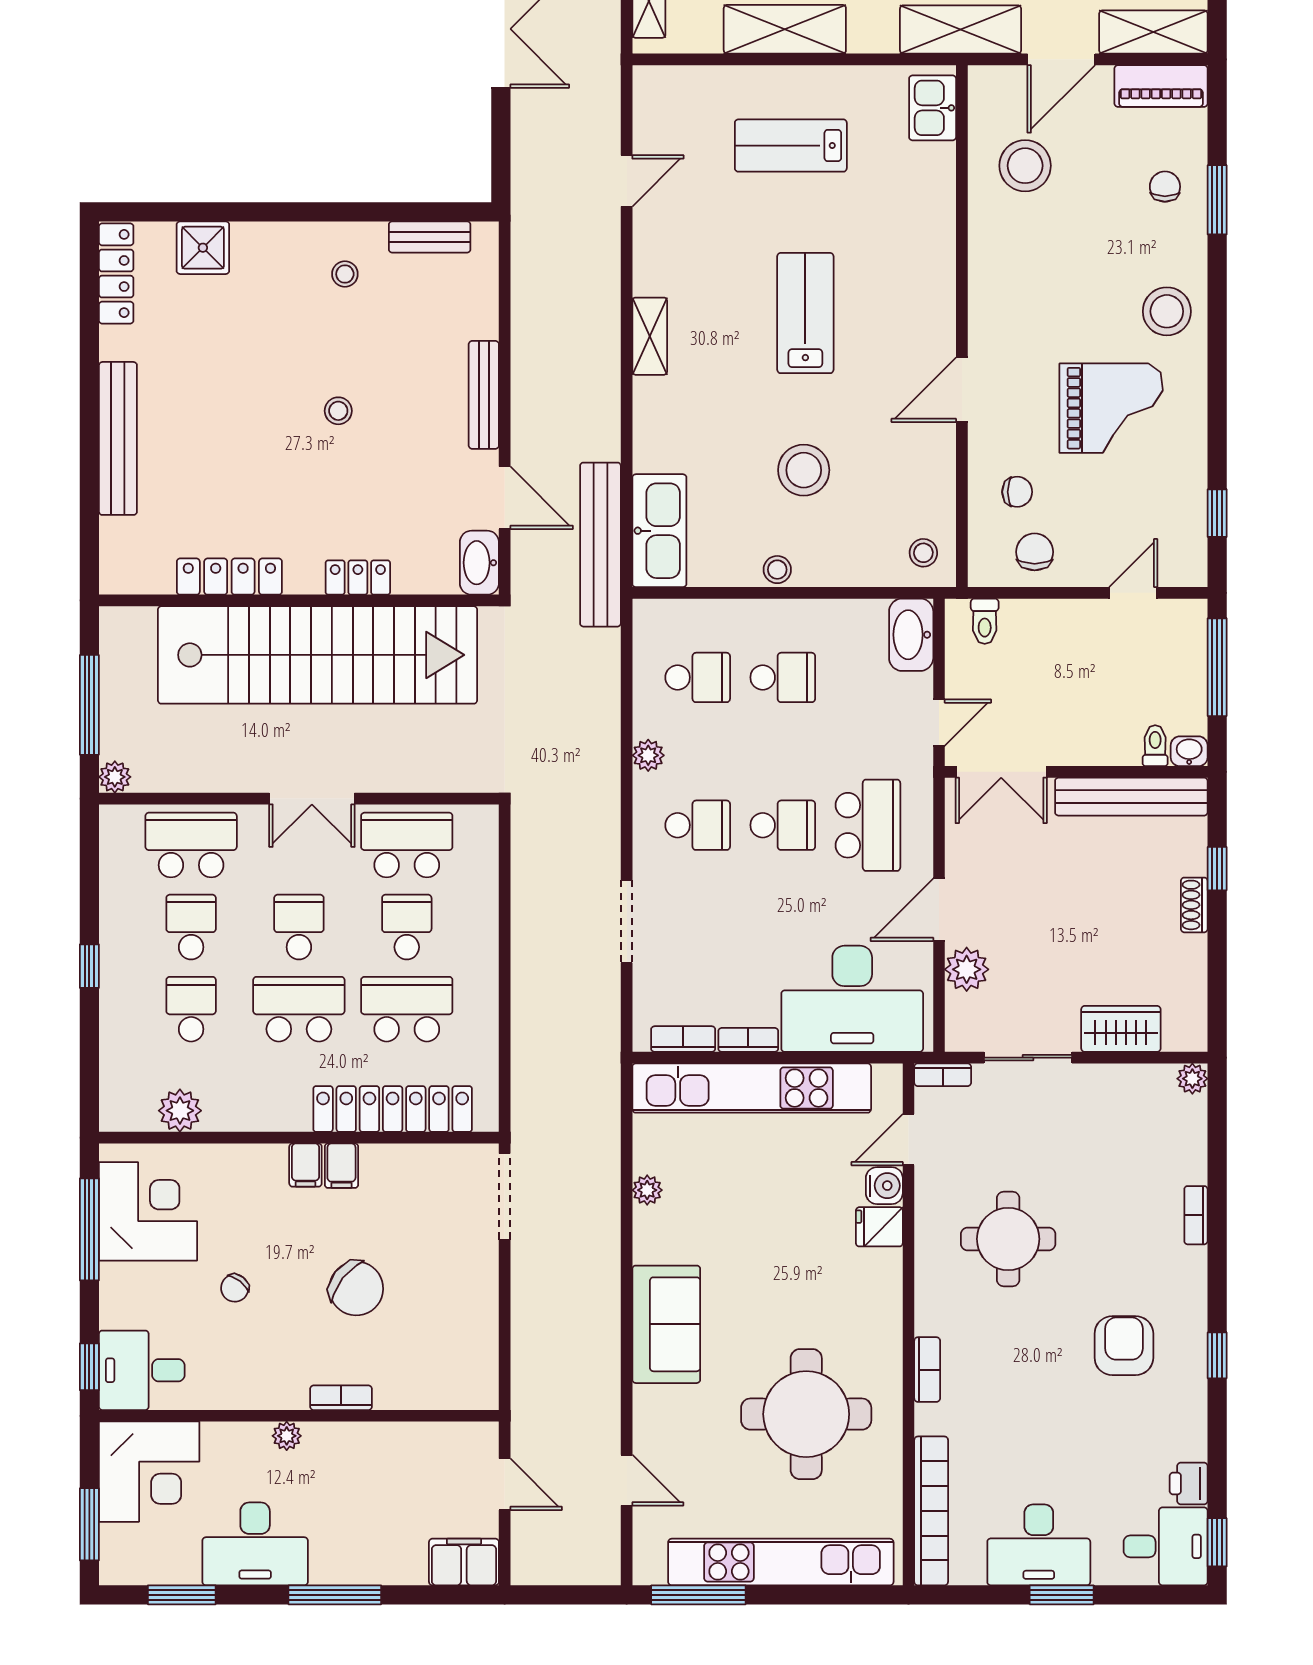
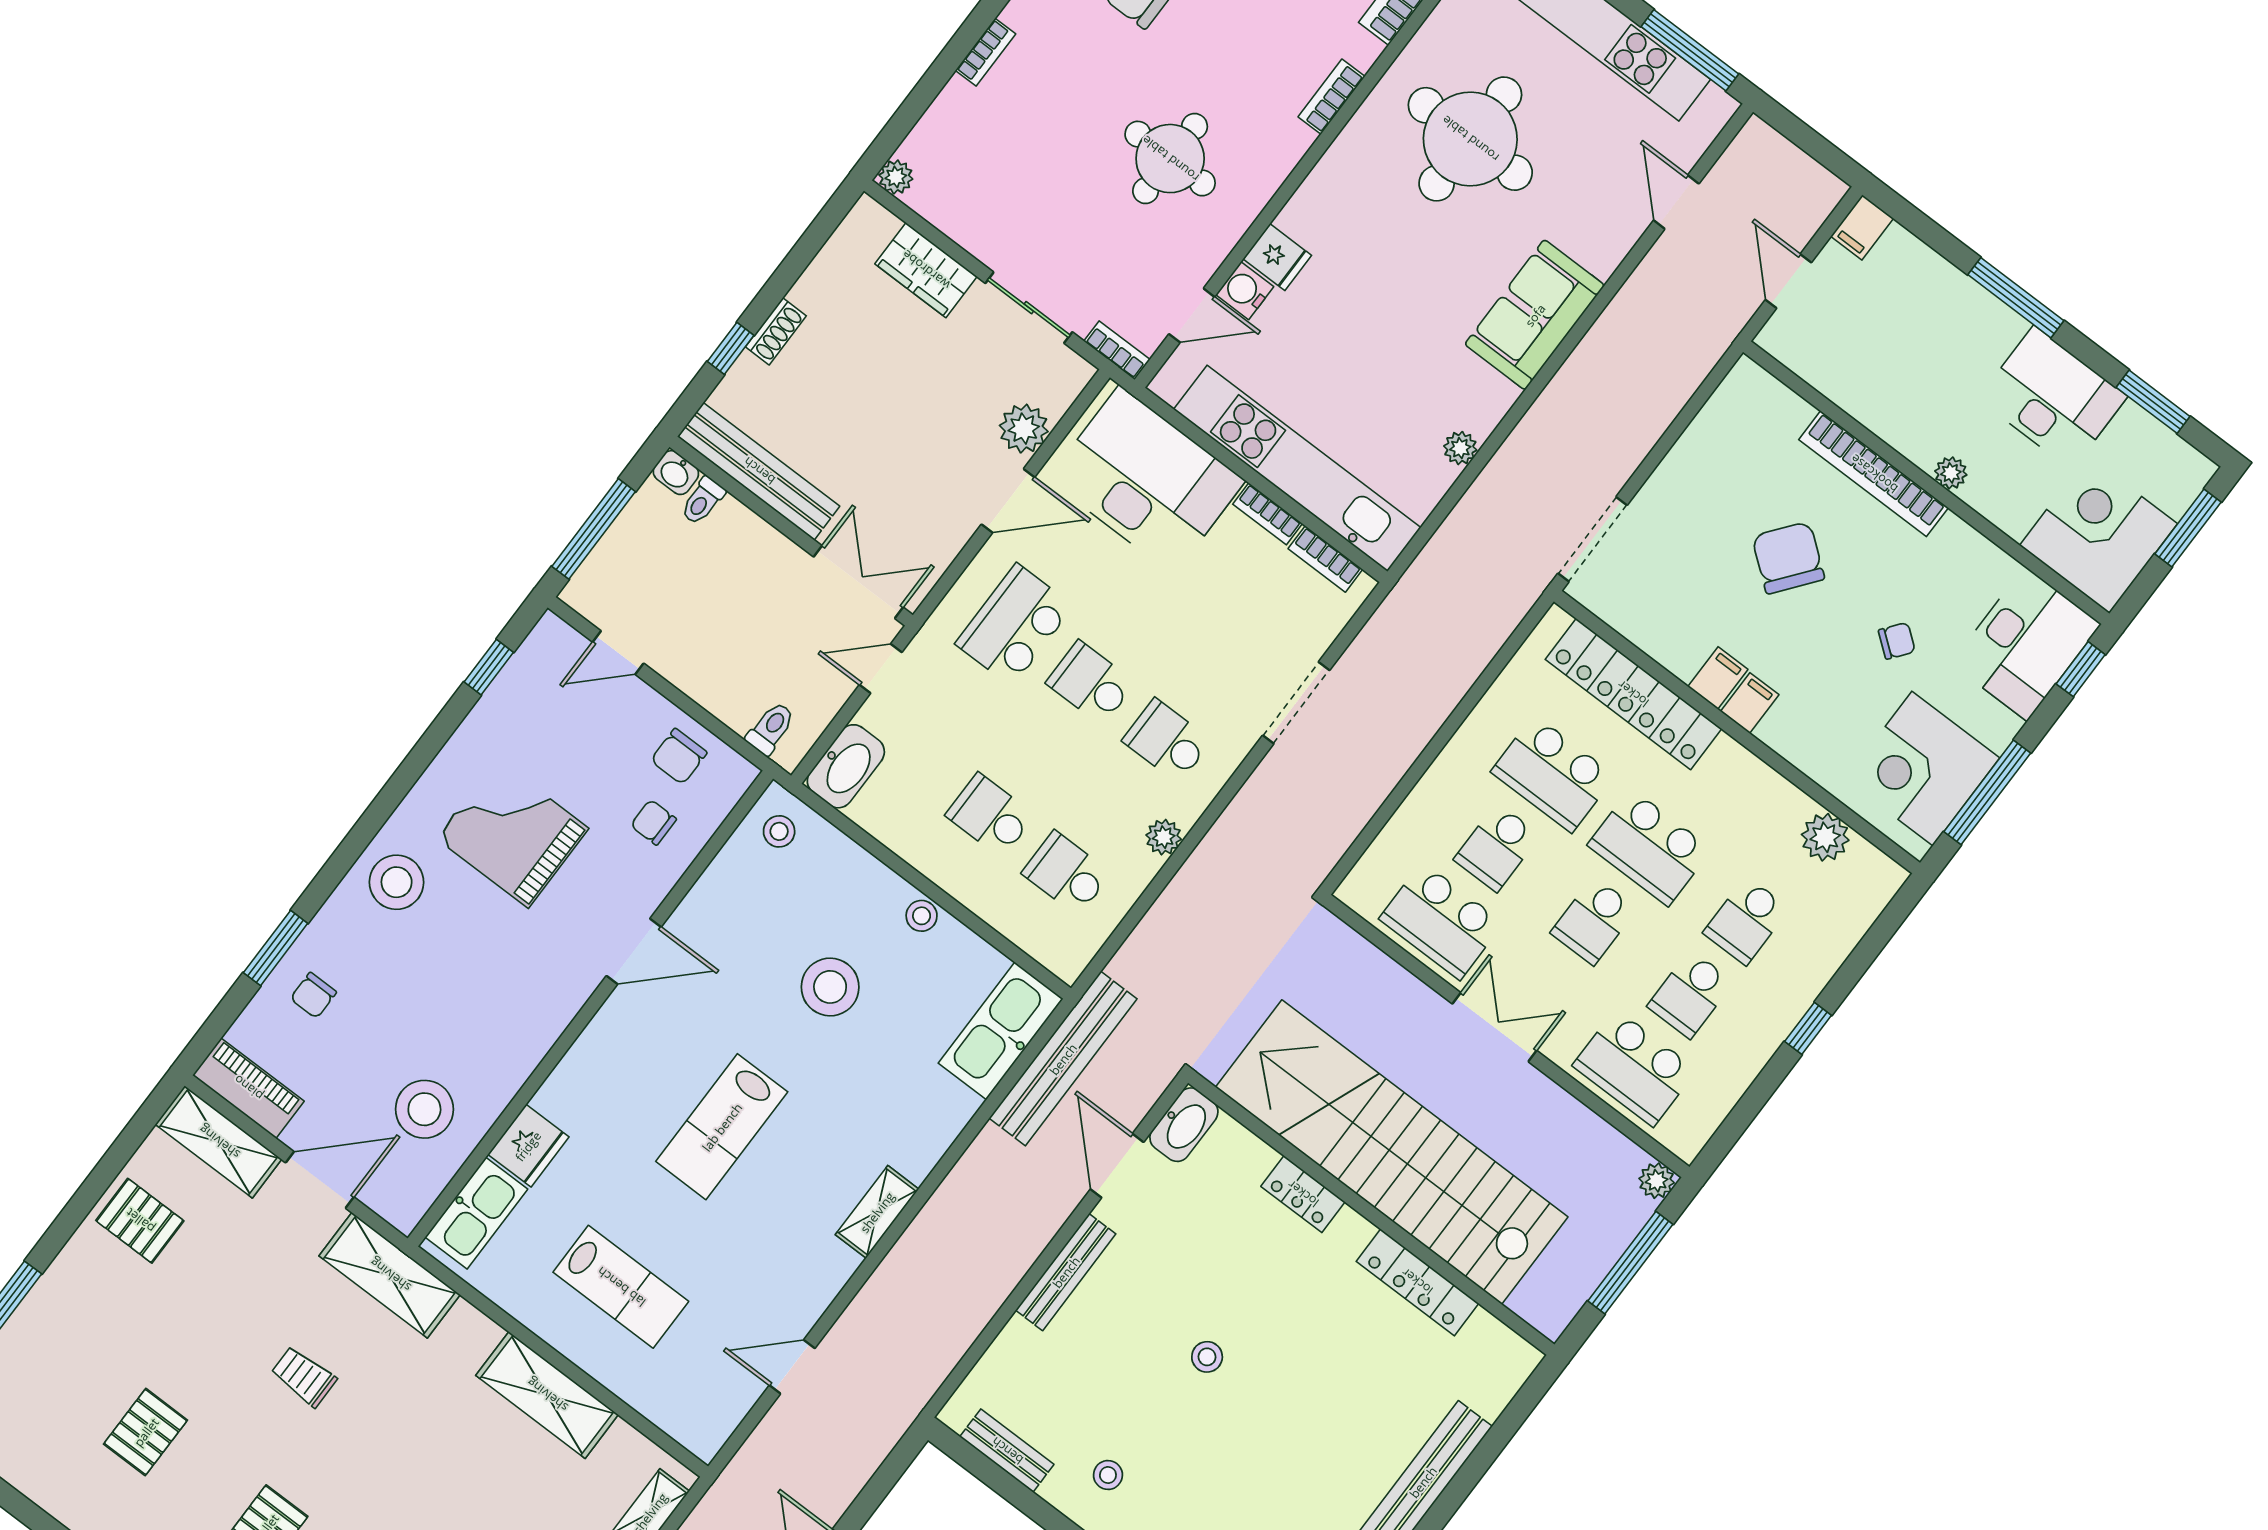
kitchen sink: (933, 108) -> (476, 1213), width x1.38
fridge: (932, 196) -> (528, 1146), added
desk: (142, 1370) -> (2026, 644), width x1.37
bookcase: (341, 1398) -> (1874, 474), width x2.31, depth x1.31
filing cabinet: (464, 1562) -> (1862, 227), width x0.50

